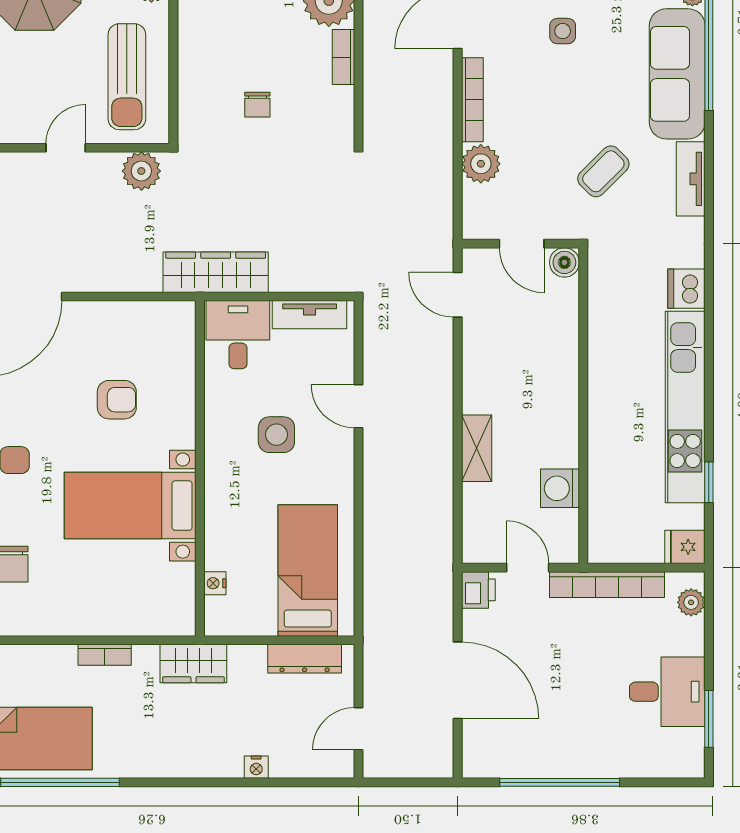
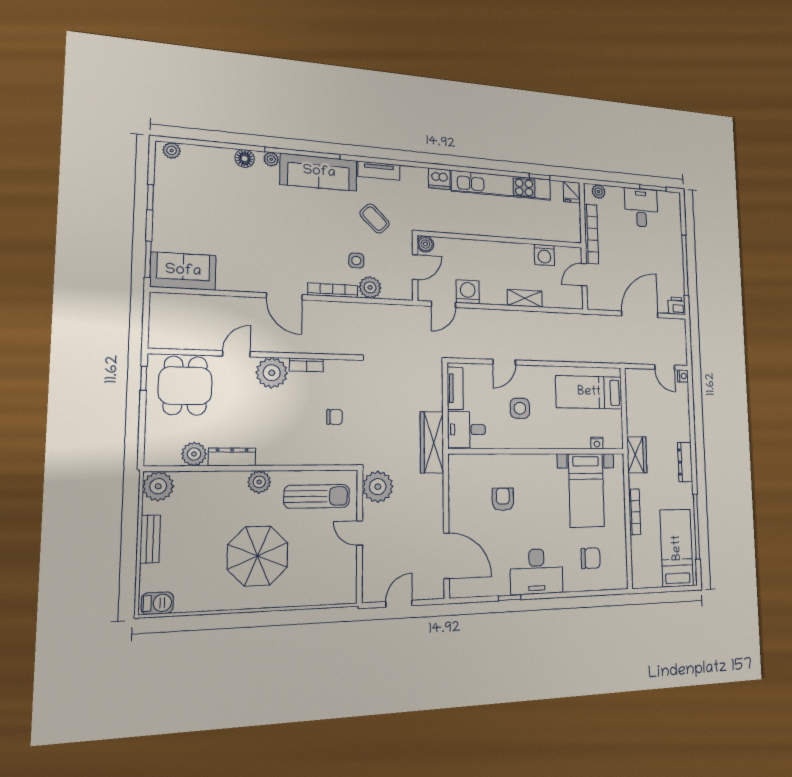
side table: (563, 31) -> (356, 260), moved
plant: (141, 171) -> (378, 487), width x1.36, depth x1.36
washing machine: (483, 340) -> (468, 292), added
bed with nightstands: (130, 506) -> (586, 490), moved
printer: (478, 590) -> (677, 306), moved
bookcase: (105, 655) -> (635, 512), width x1.56
dresser: (305, 659) -> (685, 462), moved, turned 180
nightstand: (256, 767) -> (683, 376), moved

